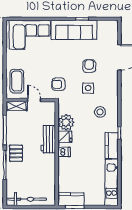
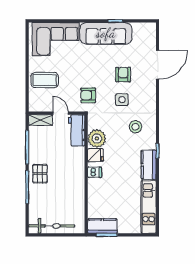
coffee table: (17, 81) -> (45, 80), moved, turned 90
workbench: (48, 139) -> (77, 130), moved

